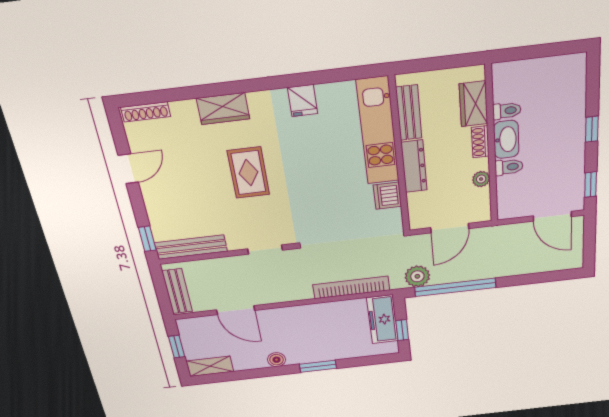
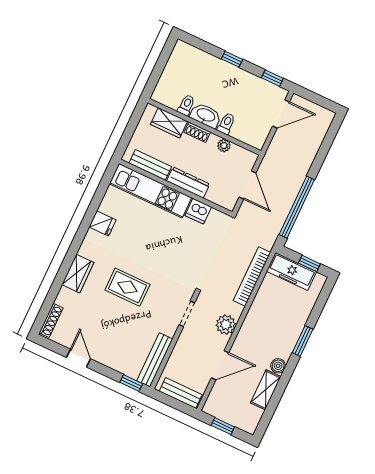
plant: (417, 276) -> (226, 325), moved
shelving: (210, 366) -> (266, 390), moved

